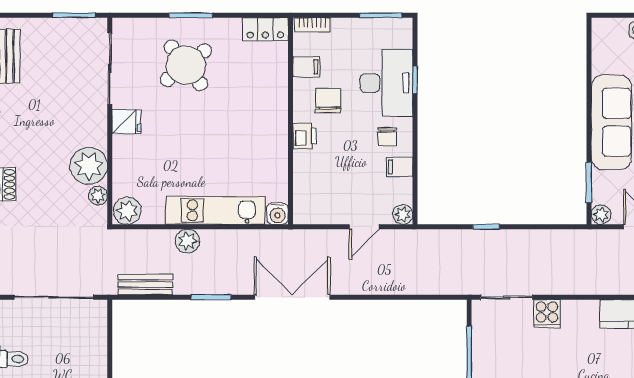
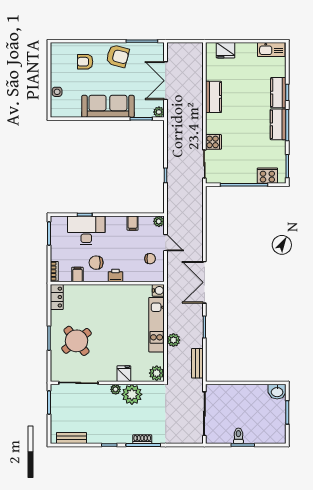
fridge: (127, 122) -> (124, 374), moved
chair: (387, 137) -> (150, 259), moved
plant: (98, 196) -> (116, 389), moved

